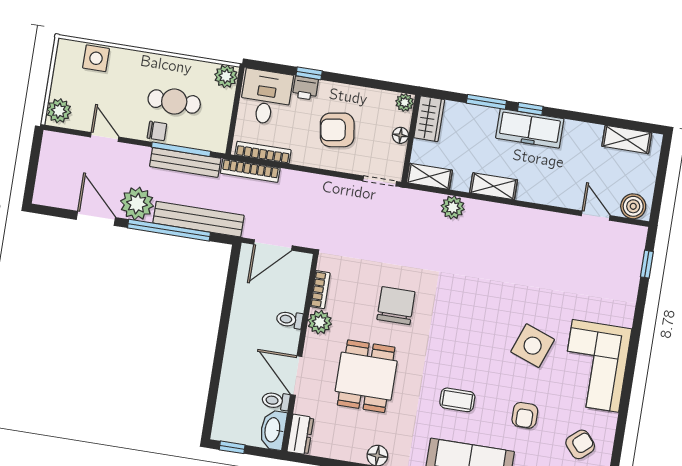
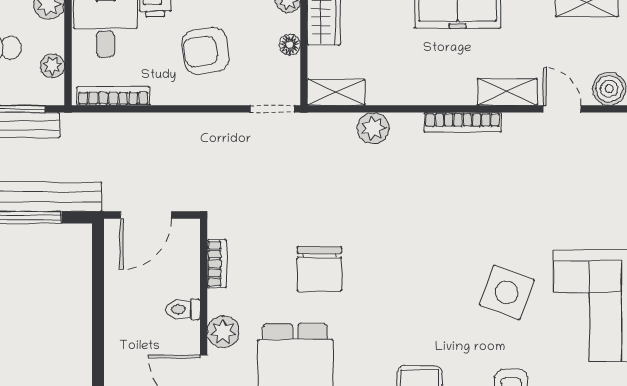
plant: (221, 123) -> (52, 66), added
bookcase: (250, 171) -> (463, 122), moved
shelving: (494, 186) -> (507, 92), moved
chair: (396, 306) -> (319, 269), turned 180
plant: (320, 322) -> (223, 332), moved

